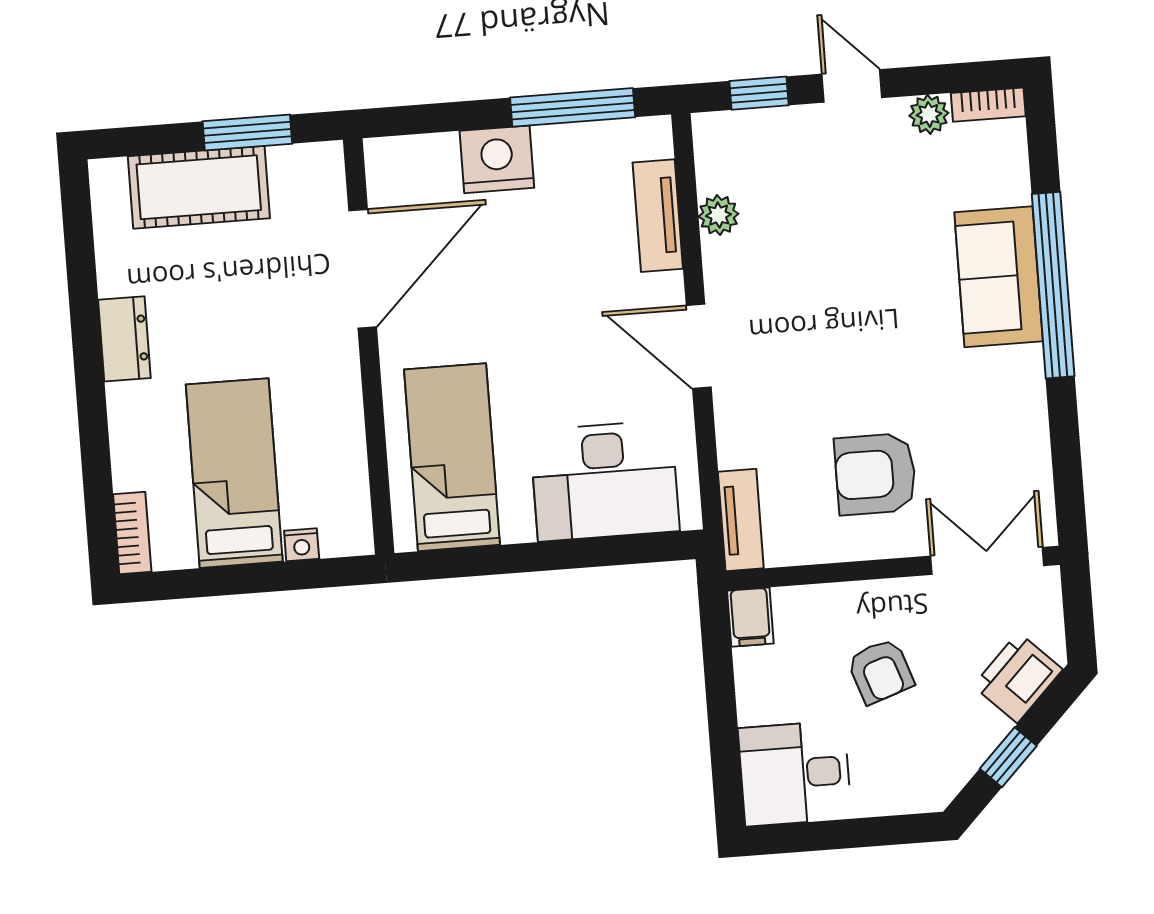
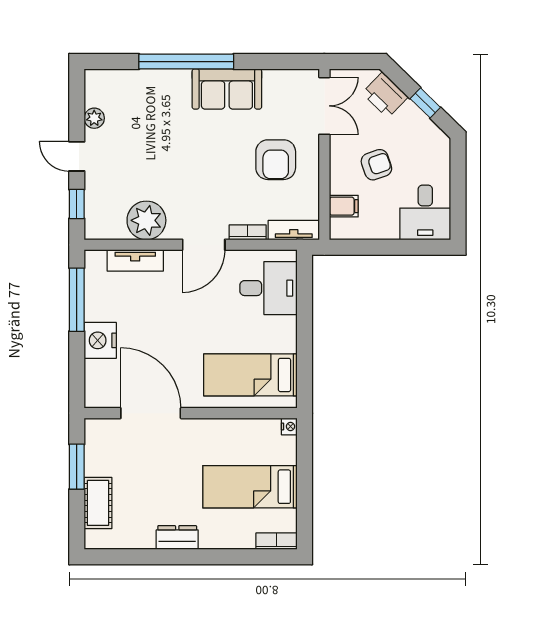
door: (852, 86) -> (77, 156), hinge flipped
bookcase: (988, 105) -> (248, 232), moved, turned -90
cot: (199, 187) -> (98, 503), width x0.73, depth x0.75
plant: (719, 215) -> (146, 220), width x1.87, depth x1.87
sofa: (999, 277) -> (227, 89), moved
desk: (605, 481) -> (269, 288), width x0.73
nightstand: (302, 545) -> (289, 426), moved
double door: (987, 561) -> (324, 106), swing flipped
filing cabinet: (750, 617) -> (344, 206), moved

